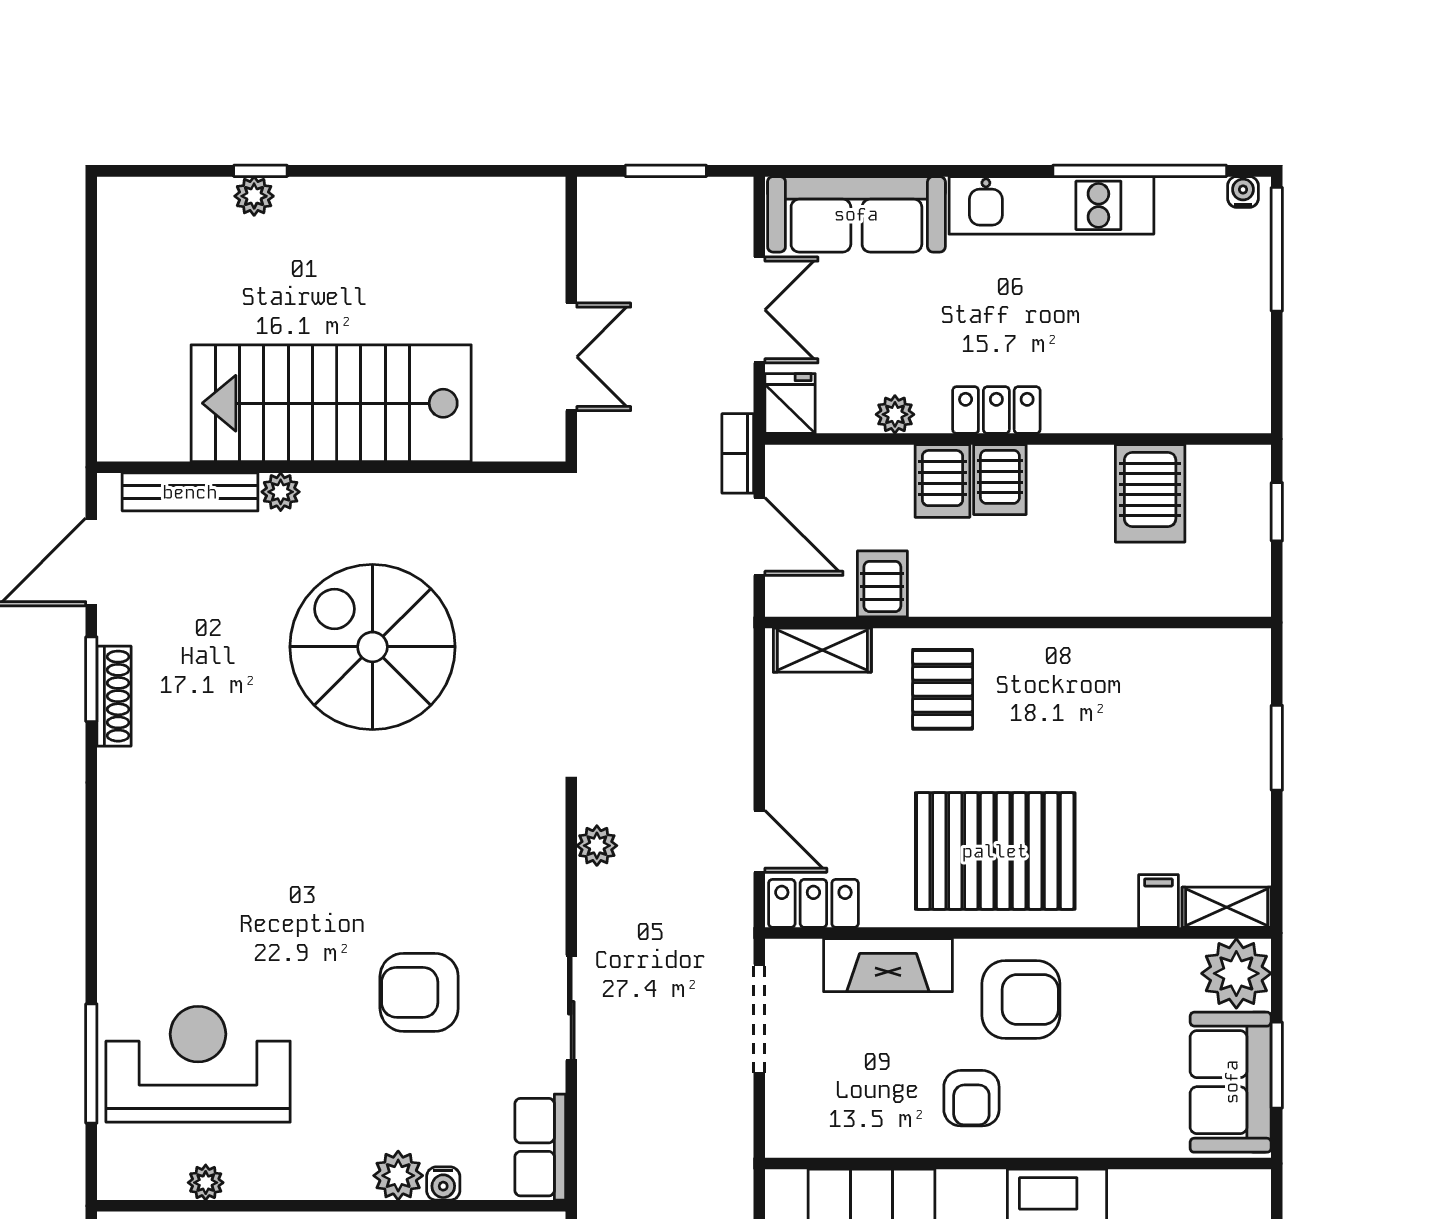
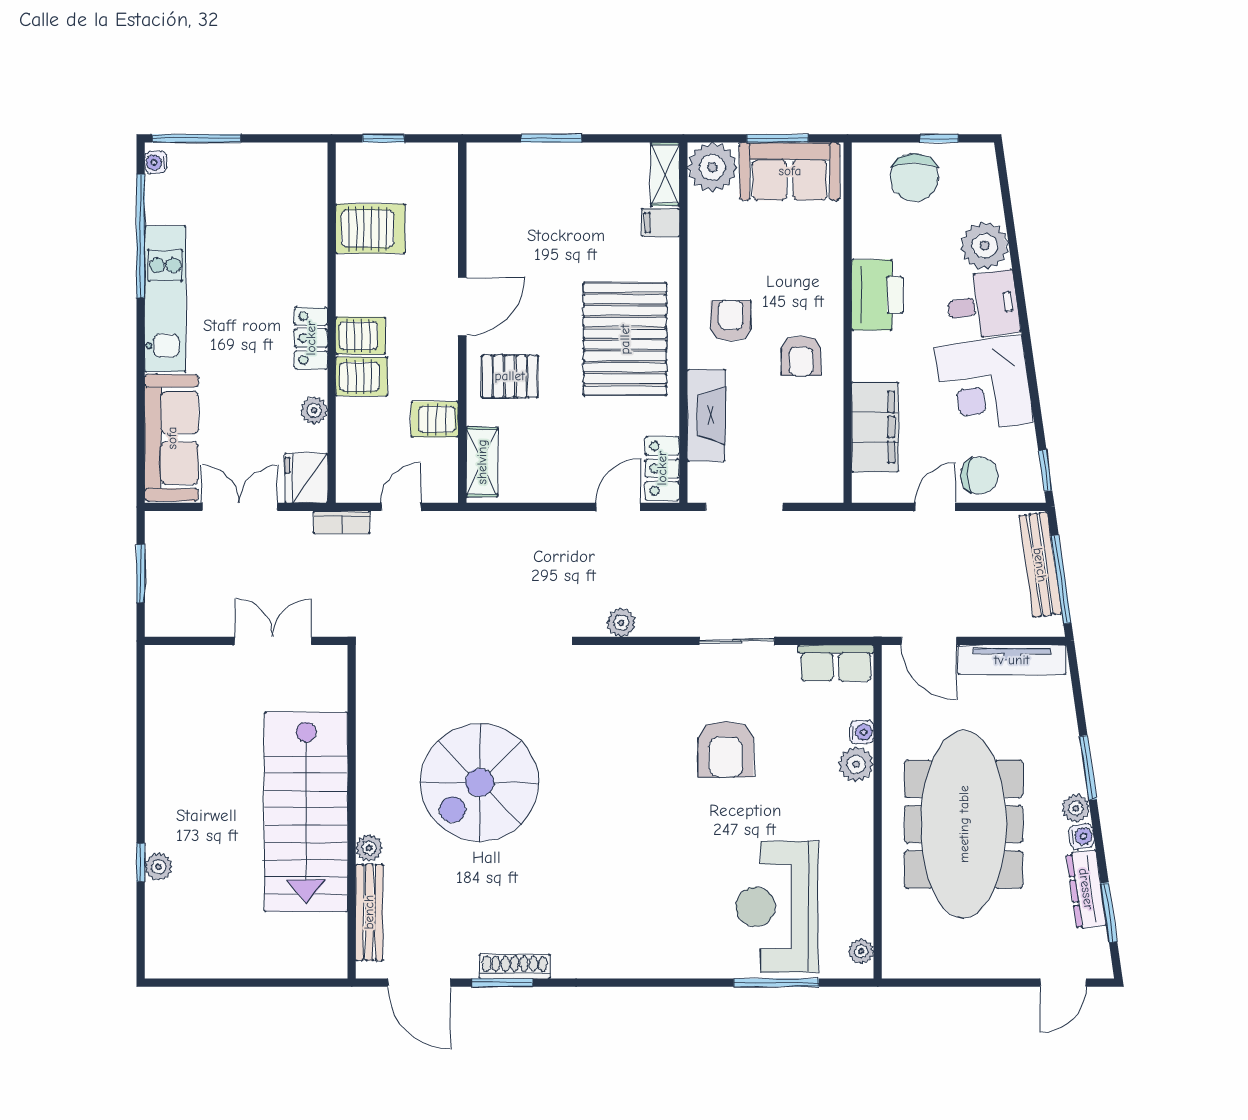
fridge: (790, 403) -> (306, 478), width x1.38
door: (759, 536) -> (401, 507), width x0.73
door: (1041, 623) -> (462, 306), added
armchair: (1021, 1000) -> (731, 321), width x0.72, depth x0.72
armchair: (971, 1098) -> (801, 356), turned 90
plant: (206, 1183) -> (861, 951), moved

